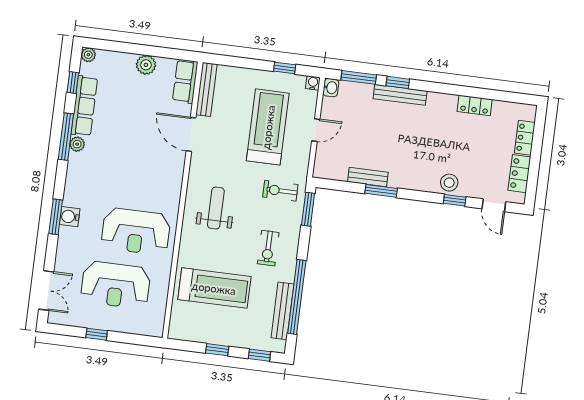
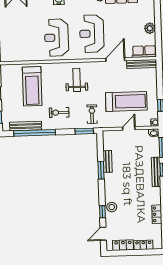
door: (316, 130) -> (129, 128), swing flipped
weight bench: (216, 208) -> (77, 80), turned -90
reception desk: (116, 285) -> (92, 34), moved

